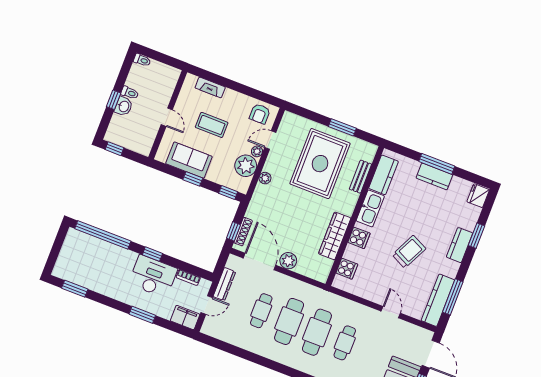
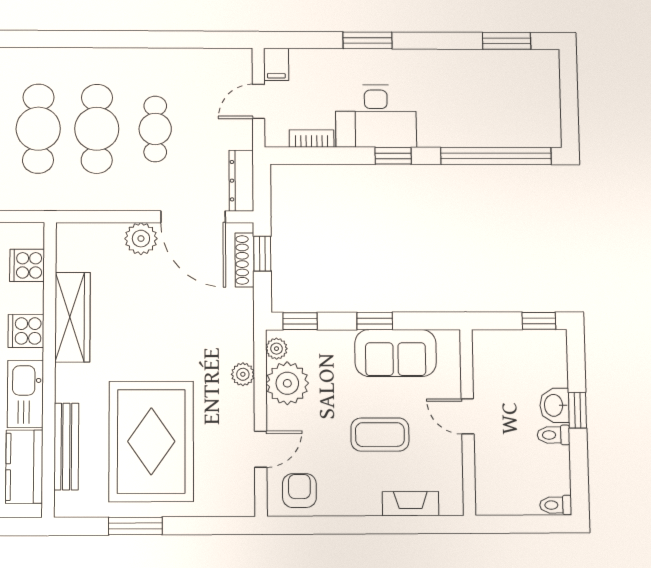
plant: (257, 151) -> (276, 349), moved
bench: (360, 177) -> (66, 446), width x1.36
dresser: (224, 284) -> (241, 181), moved
filing cabinet: (185, 318) -> (276, 64), width x0.50

